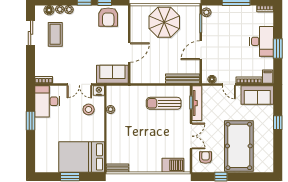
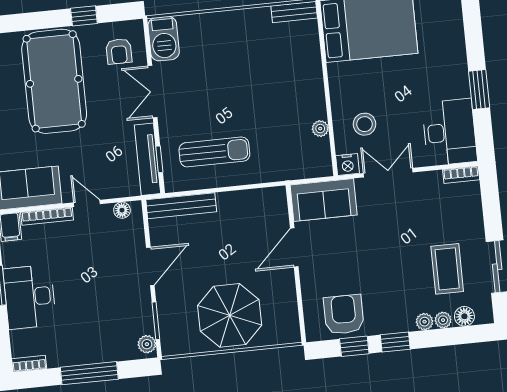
barbecue: (173, 165) -> (164, 39), moved, turned -90

